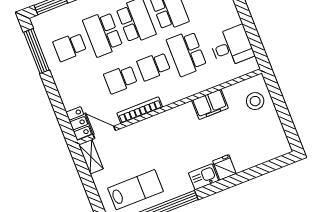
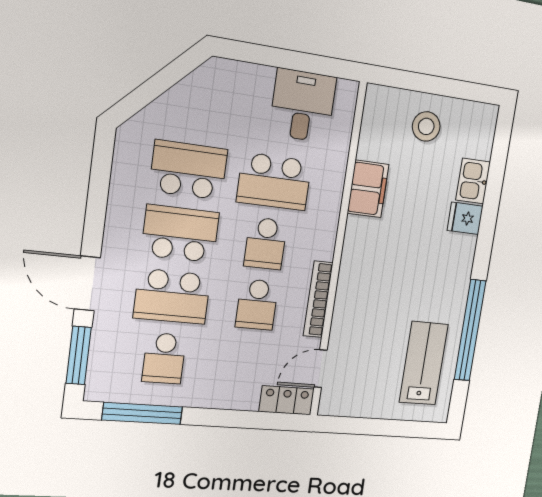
stool: (255, 101) -> (426, 126), moved
shelving: (91, 157) -> (344, 405), removed
kitchen sink: (204, 177) -> (473, 181), moved

